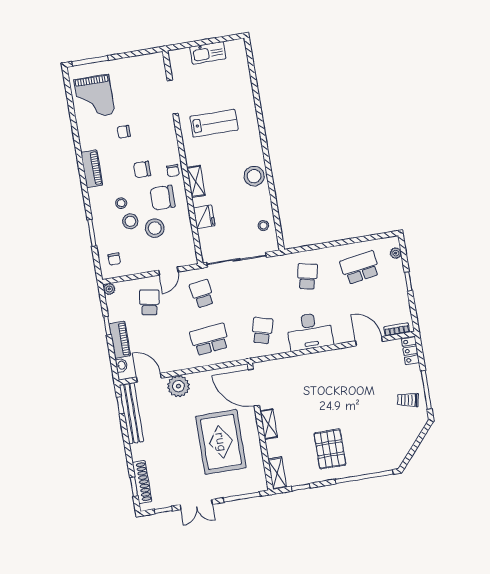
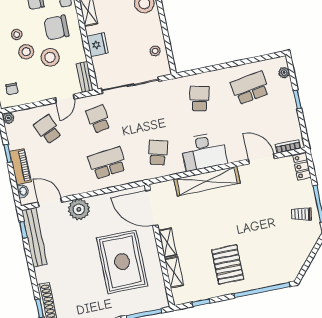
bench: (190, 250) -> (85, 77), added
school desk: (149, 302) -> (48, 129), turned -33
shelving: (312, 362) -> (207, 181), added
shelving: (277, 473) -> (174, 272), moved

